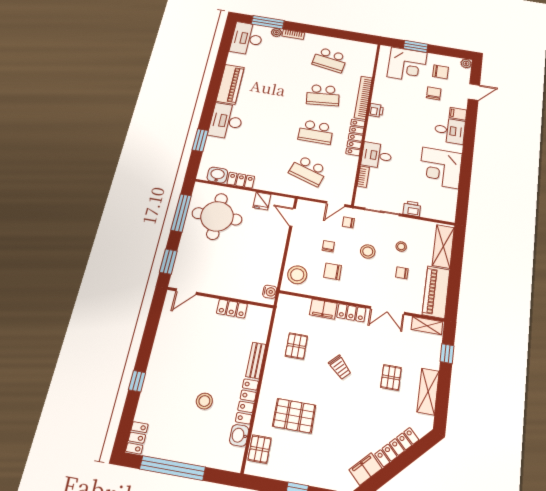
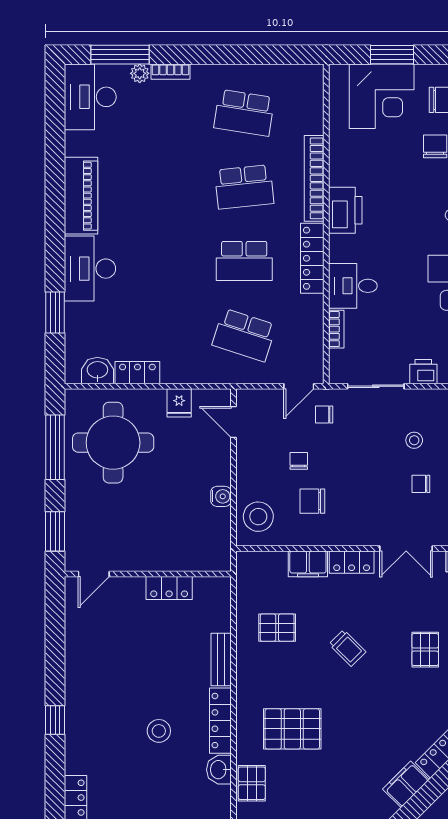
printer: (376, 110) -> (345, 210), width x1.87, depth x1.48
stool: (368, 251) -> (362, 458), removed
water cooler: (270, 292) -> (221, 496), moved
pallet: (296, 346) -> (277, 628), turned 90

